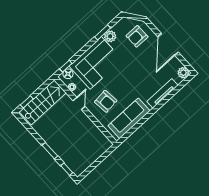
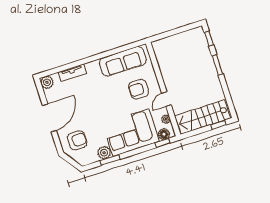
tv unit: (162, 93) -> (72, 73), width x0.71
armchair: (106, 101) -> (138, 89), turned -84

